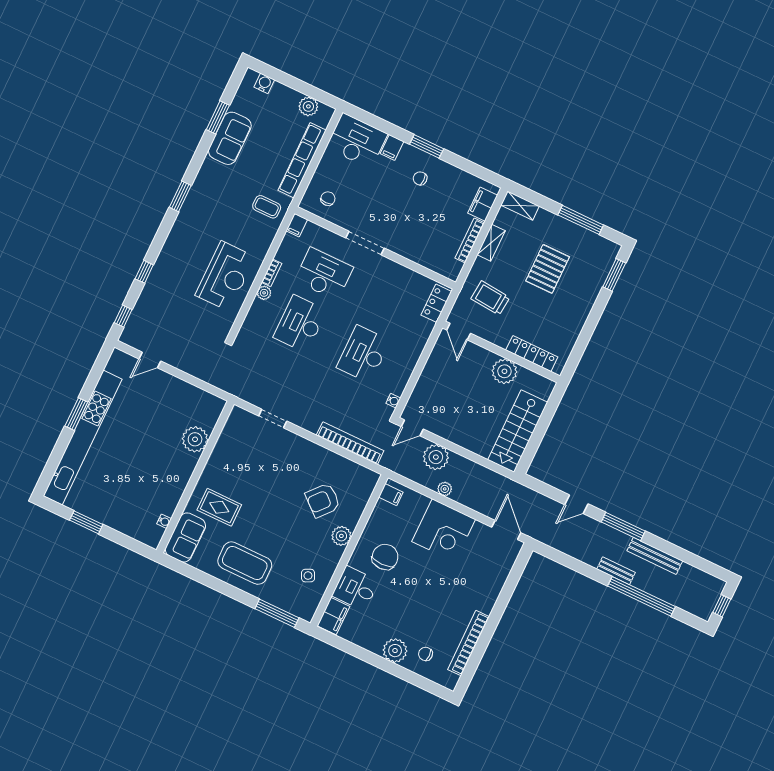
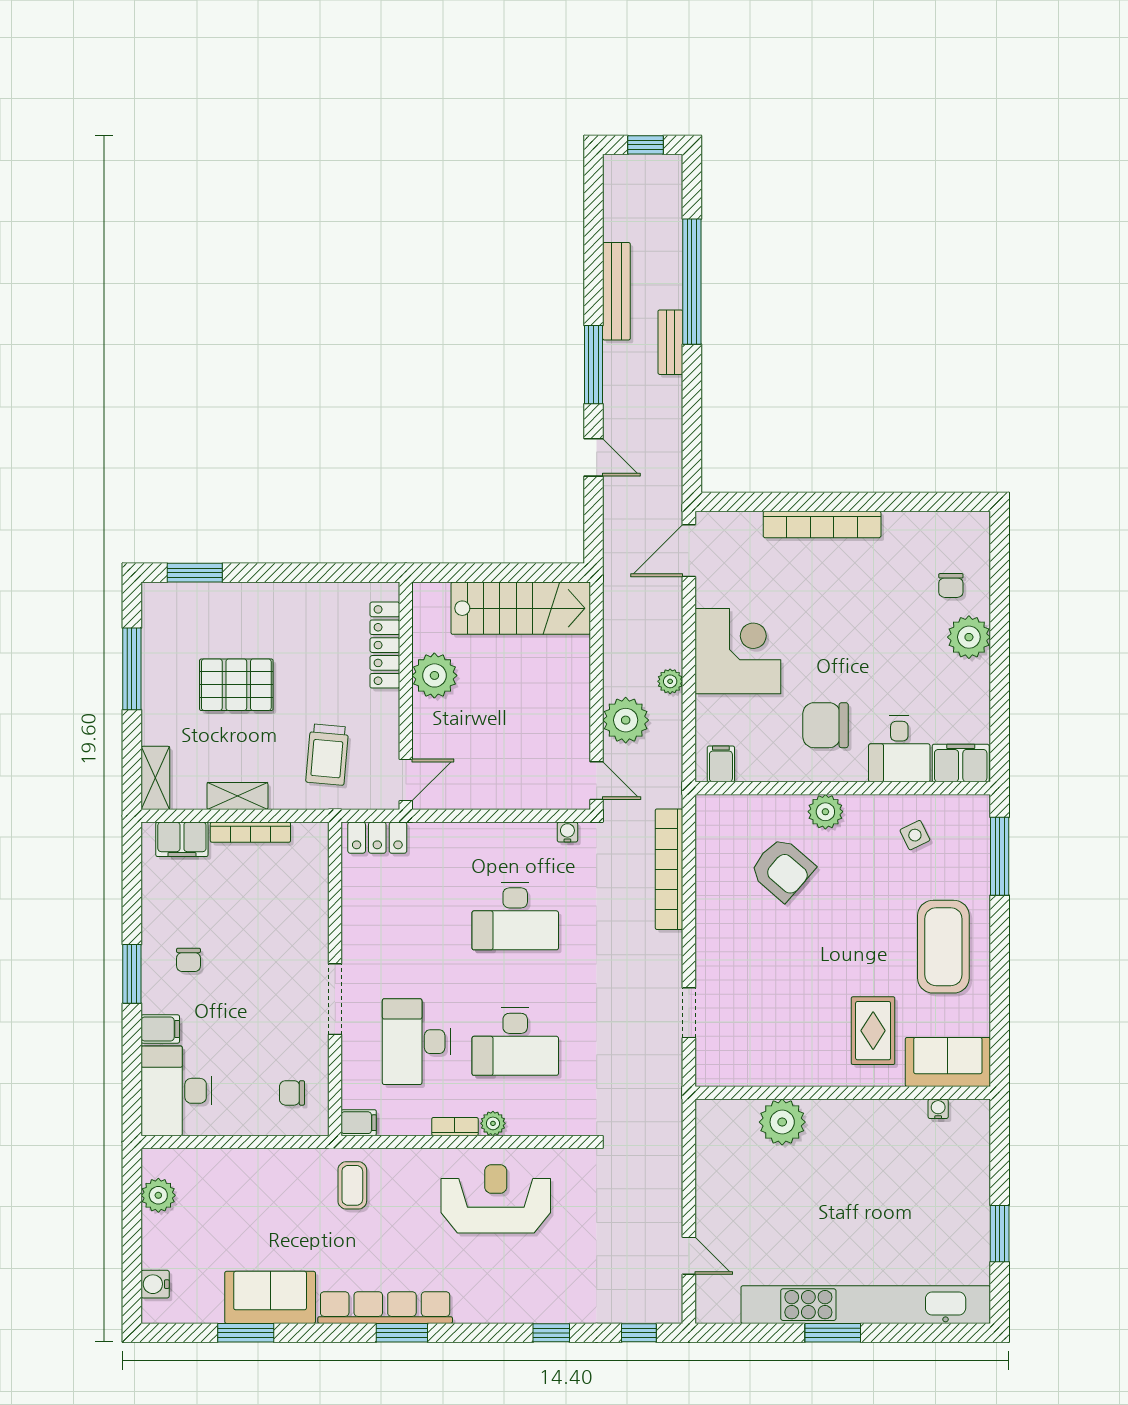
row of seats: (302, 160) -> (385, 1308), moved, turned 180
bookcase: (468, 643) -> (822, 524), moved

